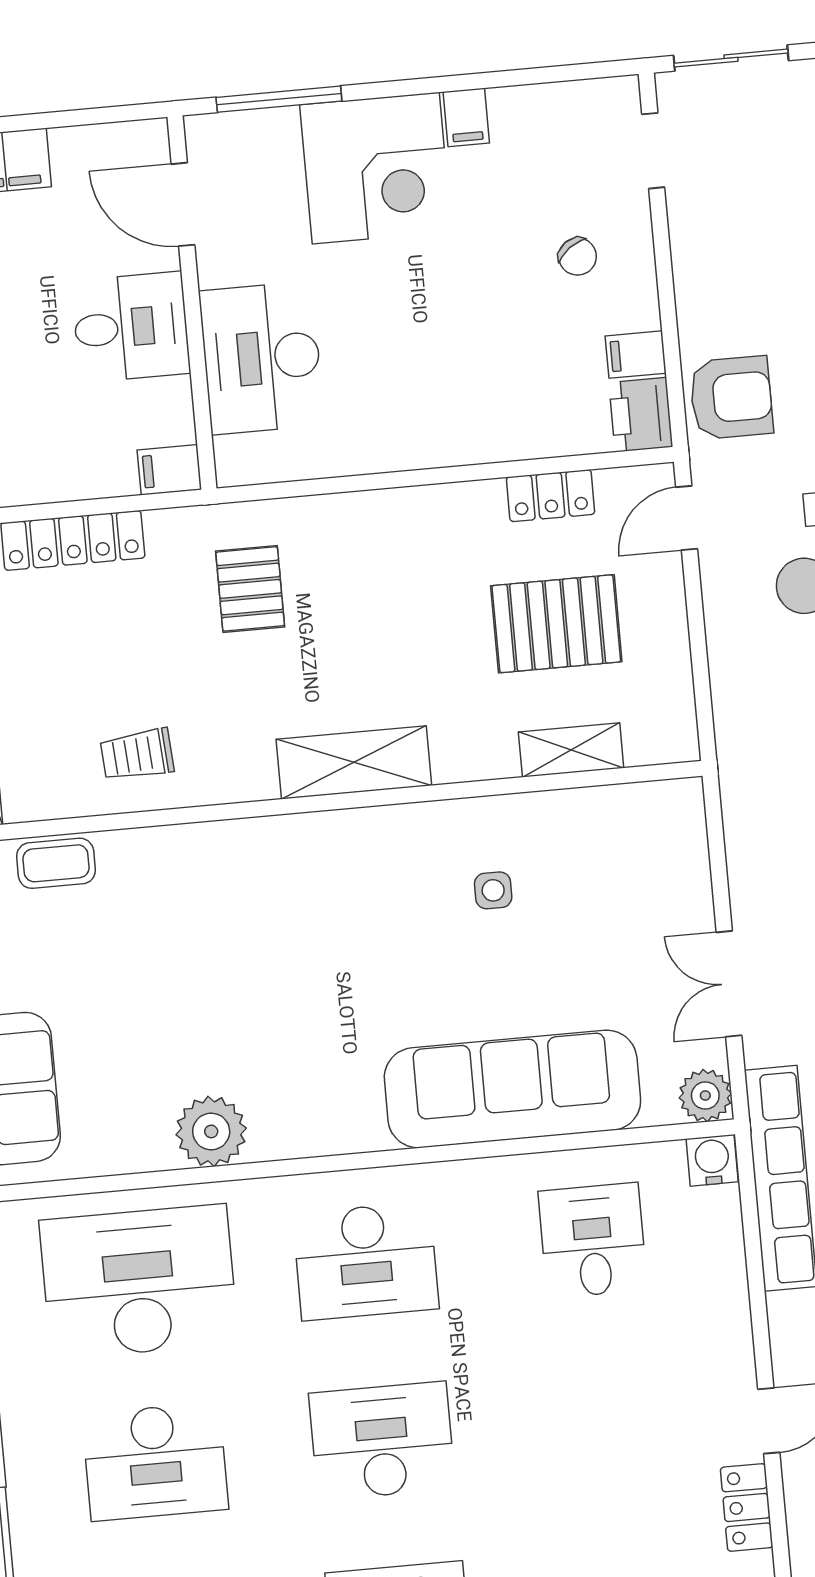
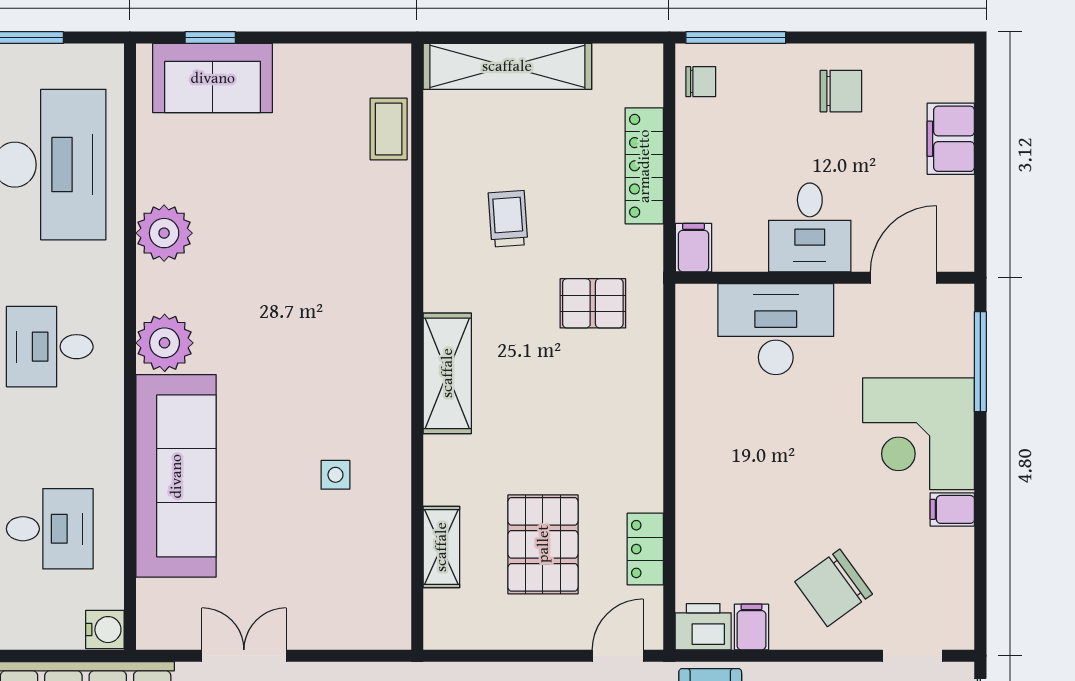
chair: (578, 256) -> (834, 588), width x1.87, depth x1.87
door: (687, 518) -> (618, 656), hinge flipped
trolley: (137, 755) -> (508, 219), moved
plant: (705, 1096) -> (165, 343), moved, width x1.36, depth x1.36
desk: (366, 1261) -> (50, 347), width x0.73

